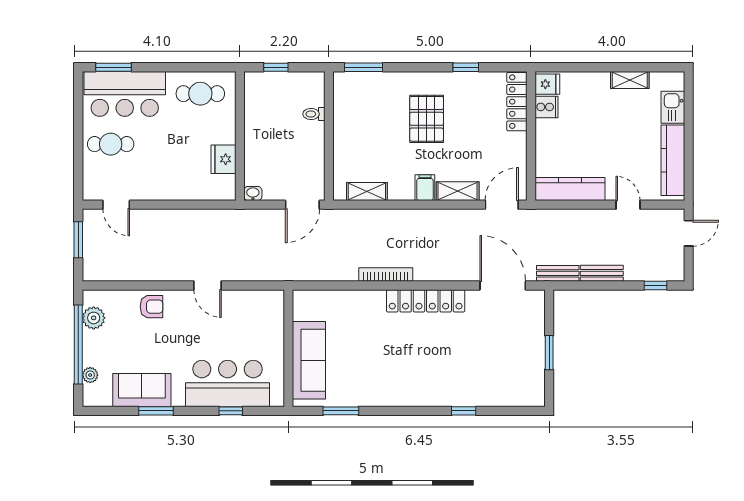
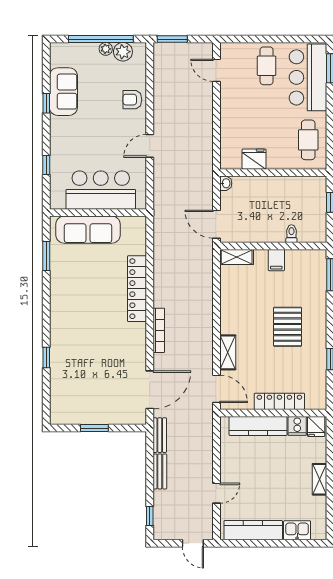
shelving: (630, 80) -> (320, 479), moved
locker: (517, 102) -> (279, 401), moved
pallet: (427, 119) -> (287, 327), turned 90
filing cabinet: (425, 188) -> (276, 260), moved, turned 90
kitchen counter: (570, 189) -> (258, 426), moved, turned 90
shelving: (367, 191) -> (237, 257), moved, turned 90
door: (116, 205) -> (217, 70), hinge flipped
window: (78, 240) -> (172, 39), moved
bookcase: (386, 275) -> (159, 330), moved
locker: (426, 301) -> (137, 289), moved
armchair: (152, 307) -> (132, 100), turned 90
plant: (90, 375) -> (106, 49), moved
bar counter: (228, 383) -> (101, 190), moved, turned -90
window: (156, 411) -> (46, 103), width x0.67

